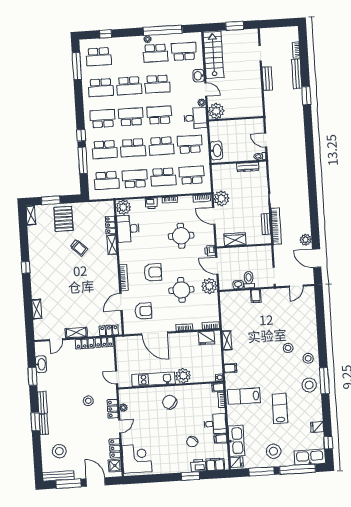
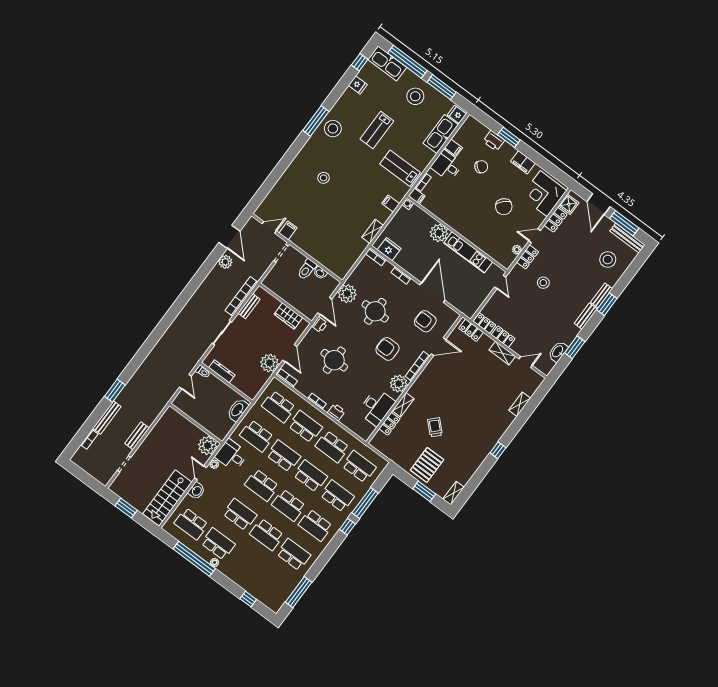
school desk: (99, 57) -> (272, 584), removed
school desk: (129, 86) -> (267, 535), turned 180
plant: (123, 207) -> (399, 384), moved
filing cabinet: (256, 296) -> (288, 230), moved
stool: (308, 358) -> (313, 153), removed
lab bench: (244, 396) -> (400, 168), turned 180
chair: (170, 402) -> (504, 207), moved
filing cabinet: (215, 464) -> (523, 162), moved

